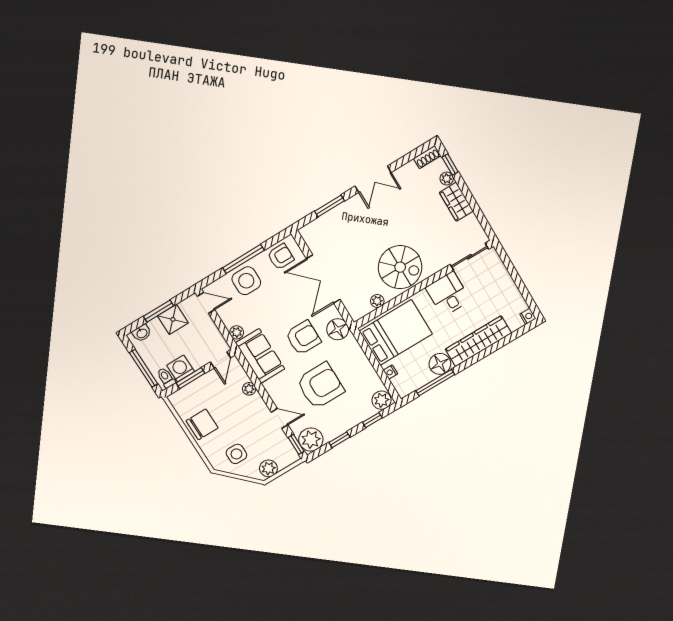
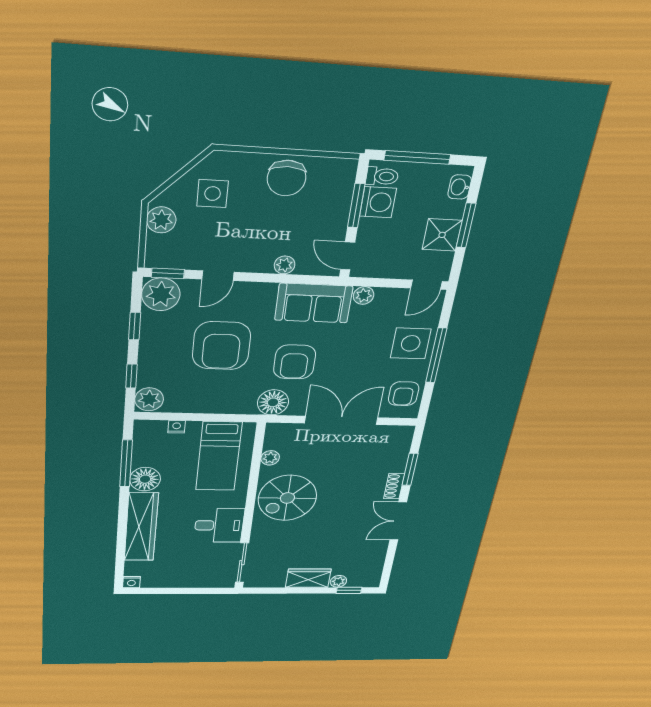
shoe rack: (427, 157) -> (394, 486), moved
bed: (396, 332) -> (219, 456), width x0.67

